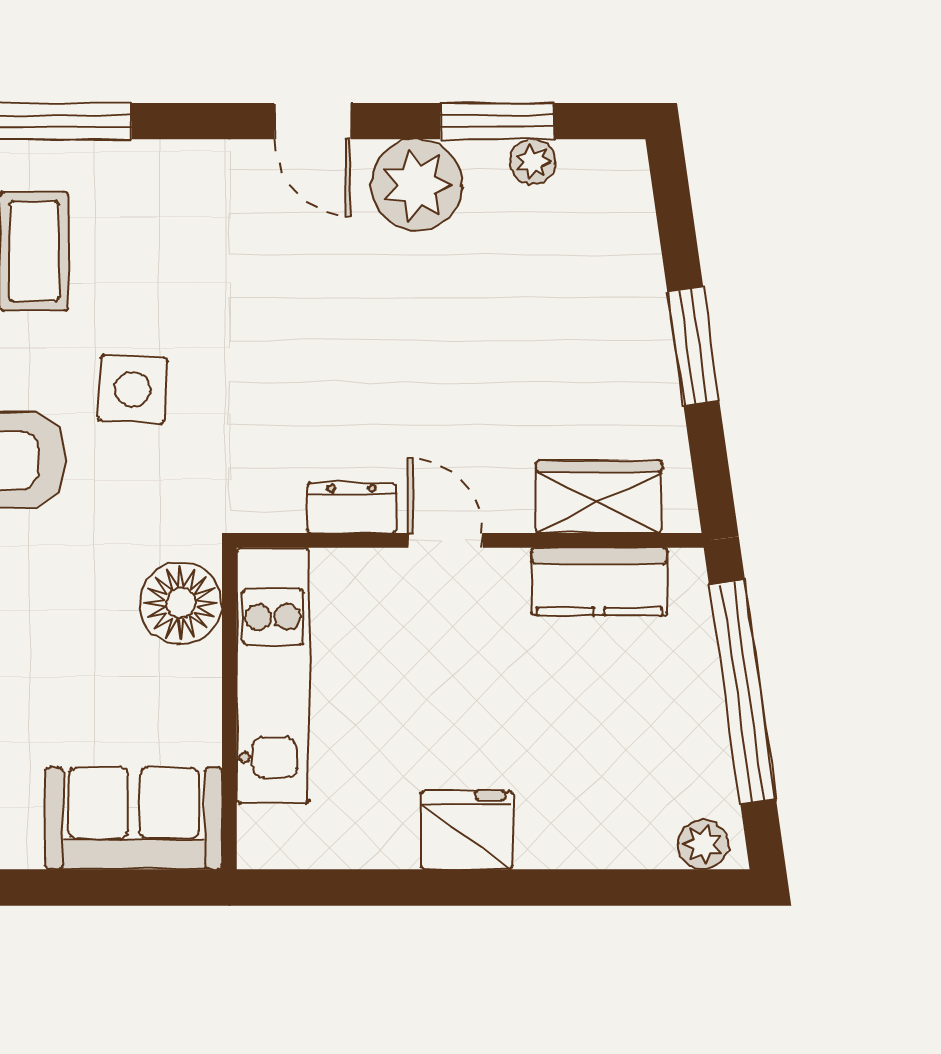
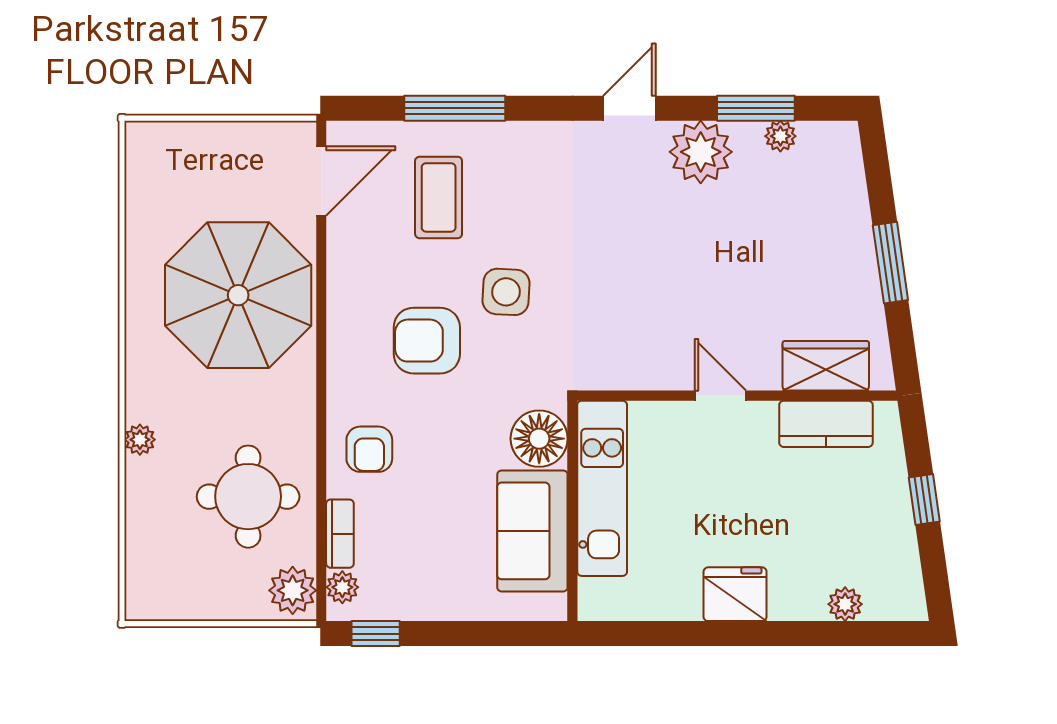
door: (312, 121) -> (629, 108), swing flipped
dresser: (352, 508) -> (656, 373), removed
window: (743, 692) -> (924, 500), width x0.32
sofa: (134, 818) -> (532, 531), moved, turned -90
plant: (703, 845) -> (845, 604), moved

